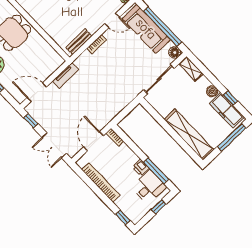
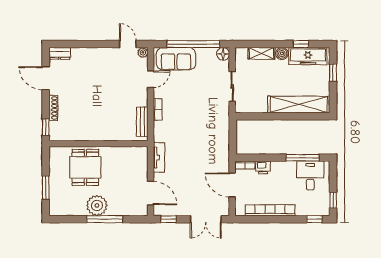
sofa: (146, 29) -> (176, 59), width x0.73
shelving: (191, 69) -> (261, 53), moved
sliding door: (159, 79) -> (232, 86), width x0.73
door: (37, 92) -> (151, 193), swing flipped
window: (232, 137) -> (333, 73), width x0.46
printer: (141, 168) -> (263, 167), moved
window: (159, 207) -> (333, 200), moved

